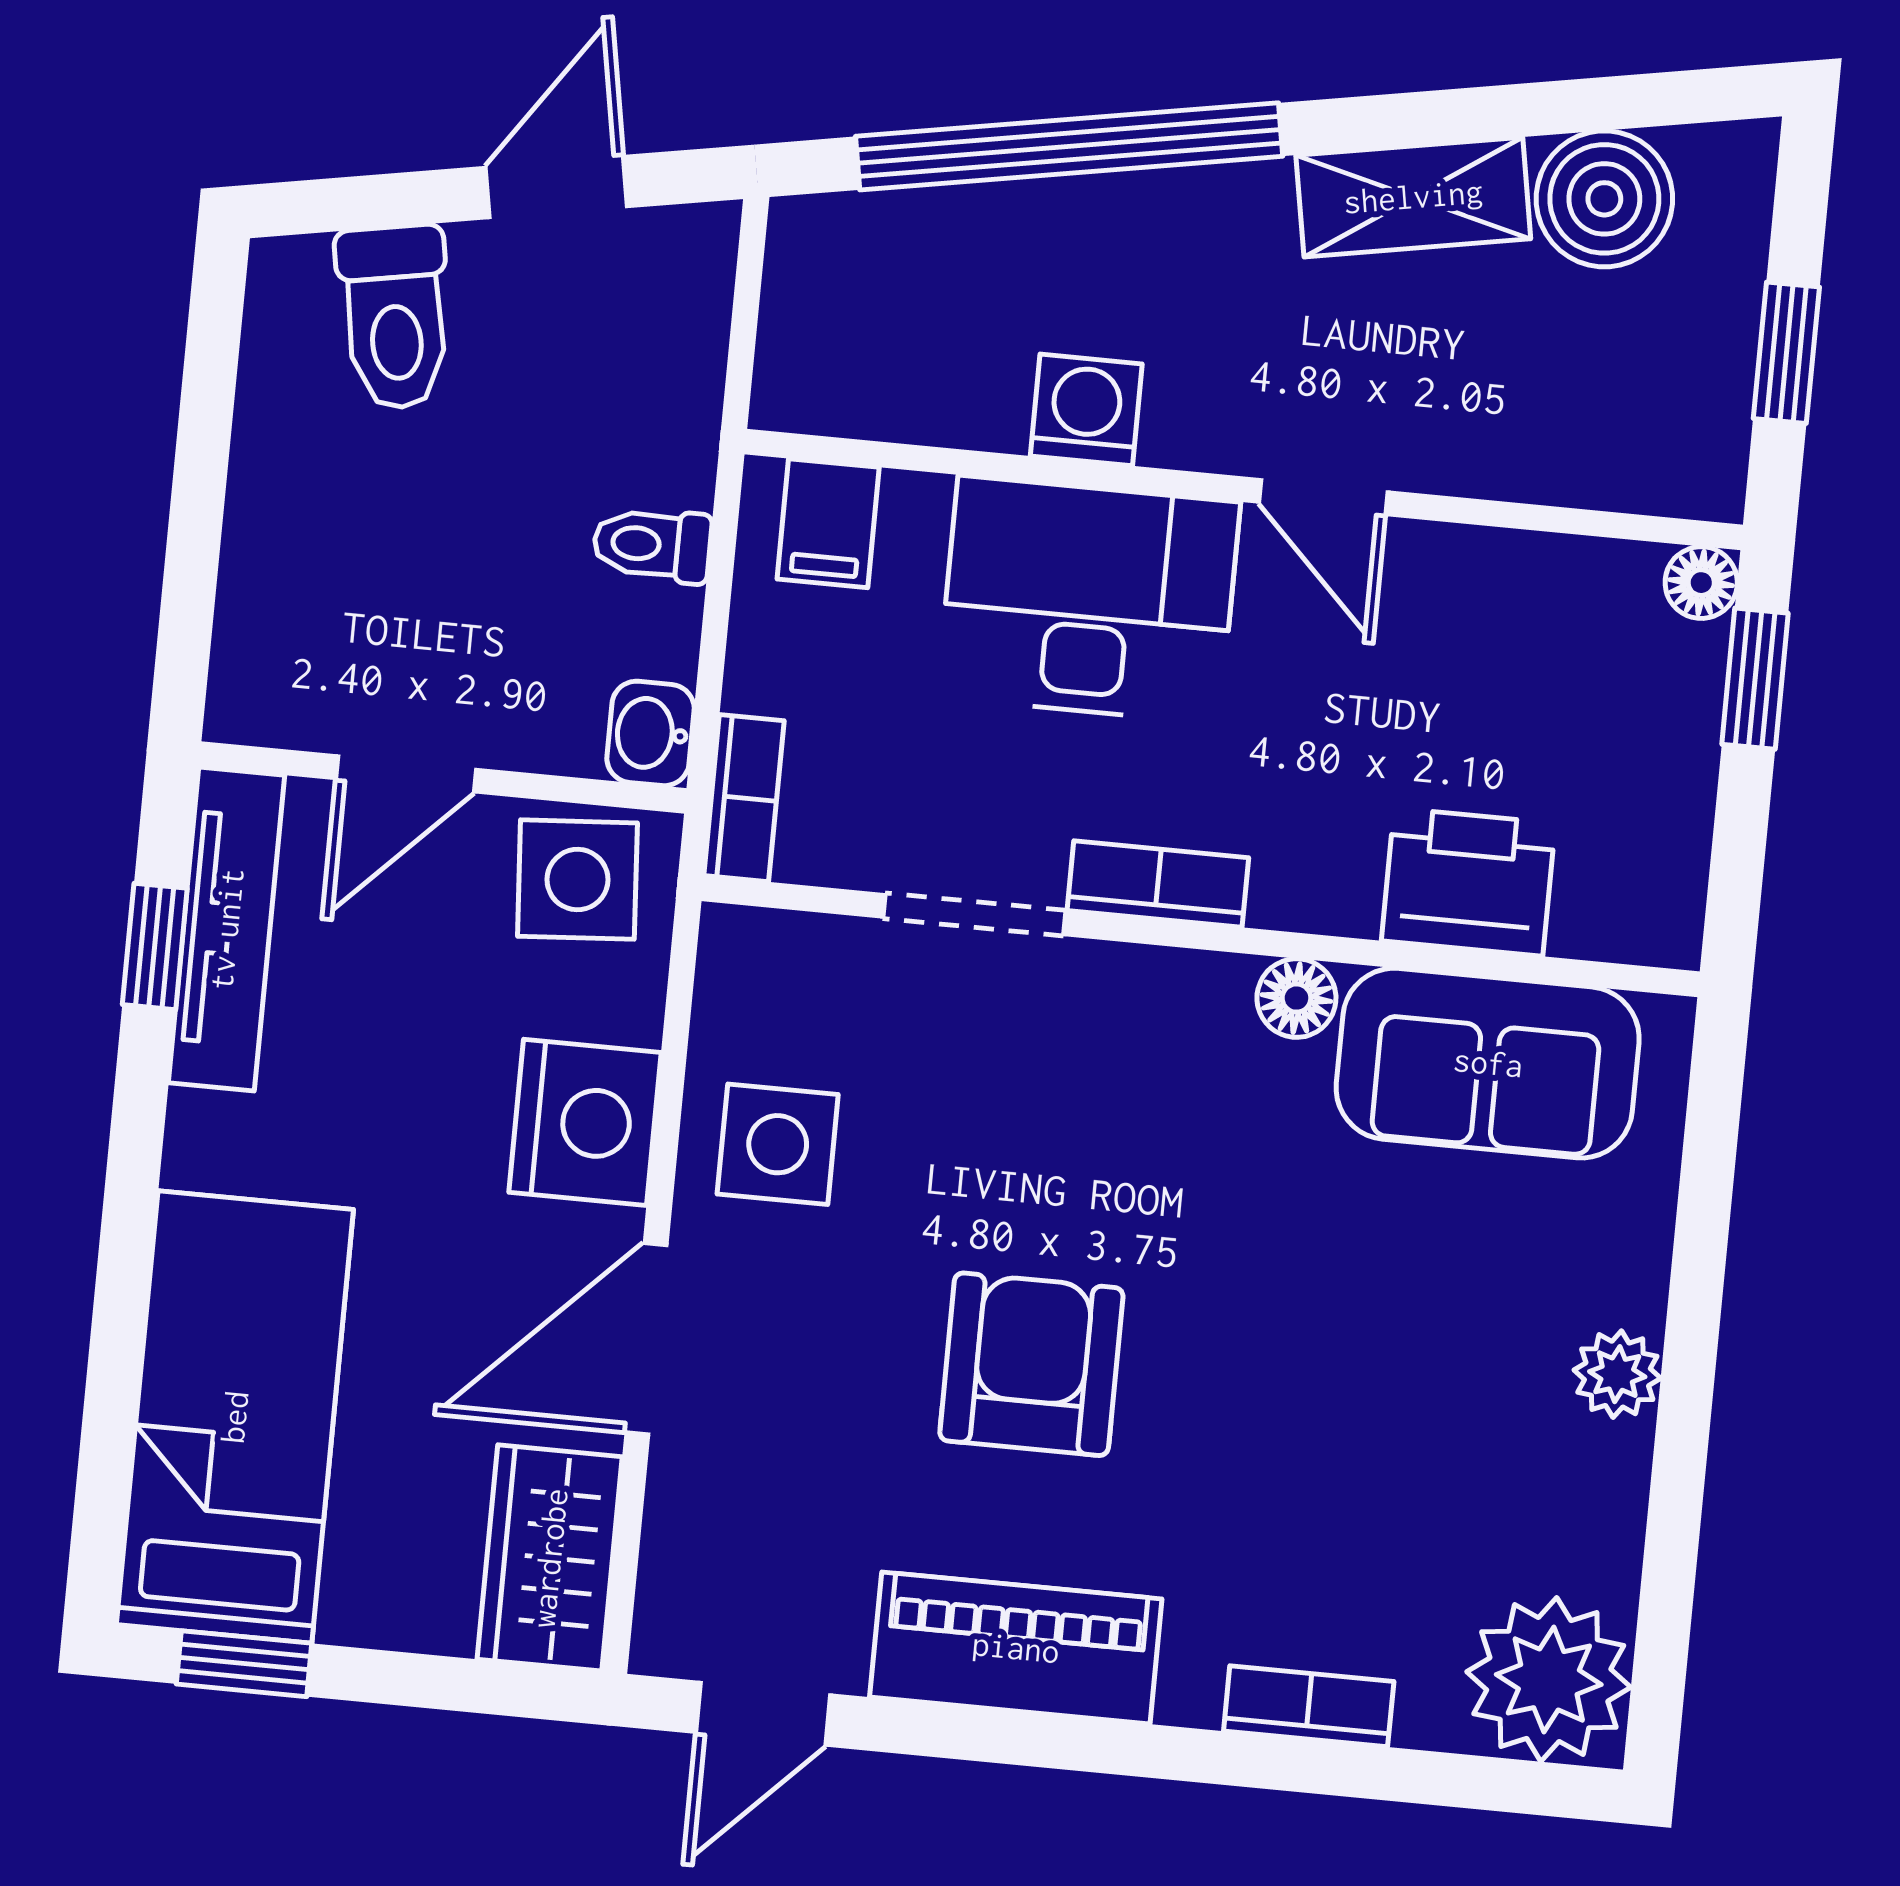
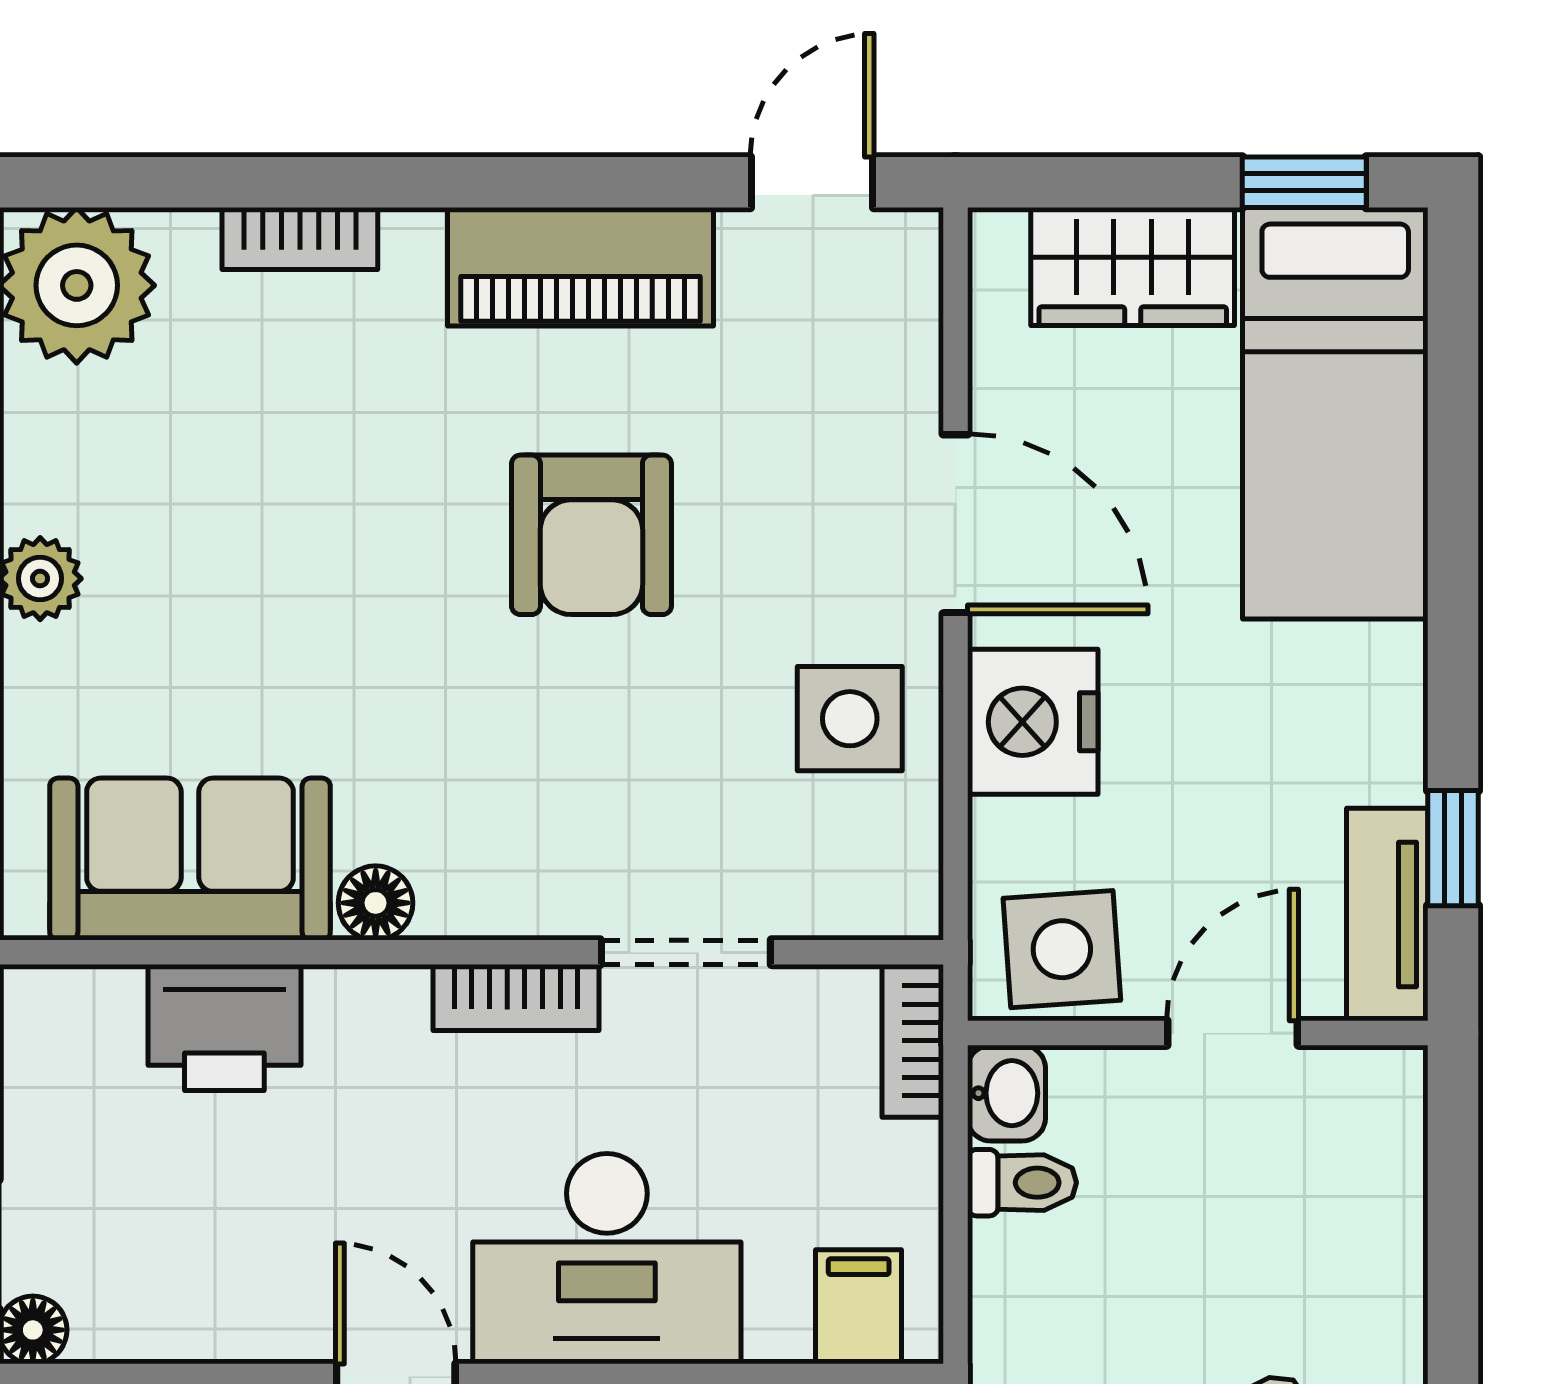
toilet: (652, 545) -> (1022, 1183), moved
tv unit: (227, 929) -> (1387, 914), width x0.71
door: (646, 1339) -> (955, 524), hinge flipped
wardrobe: (550, 1558) -> (1133, 266), moved, turned 90

